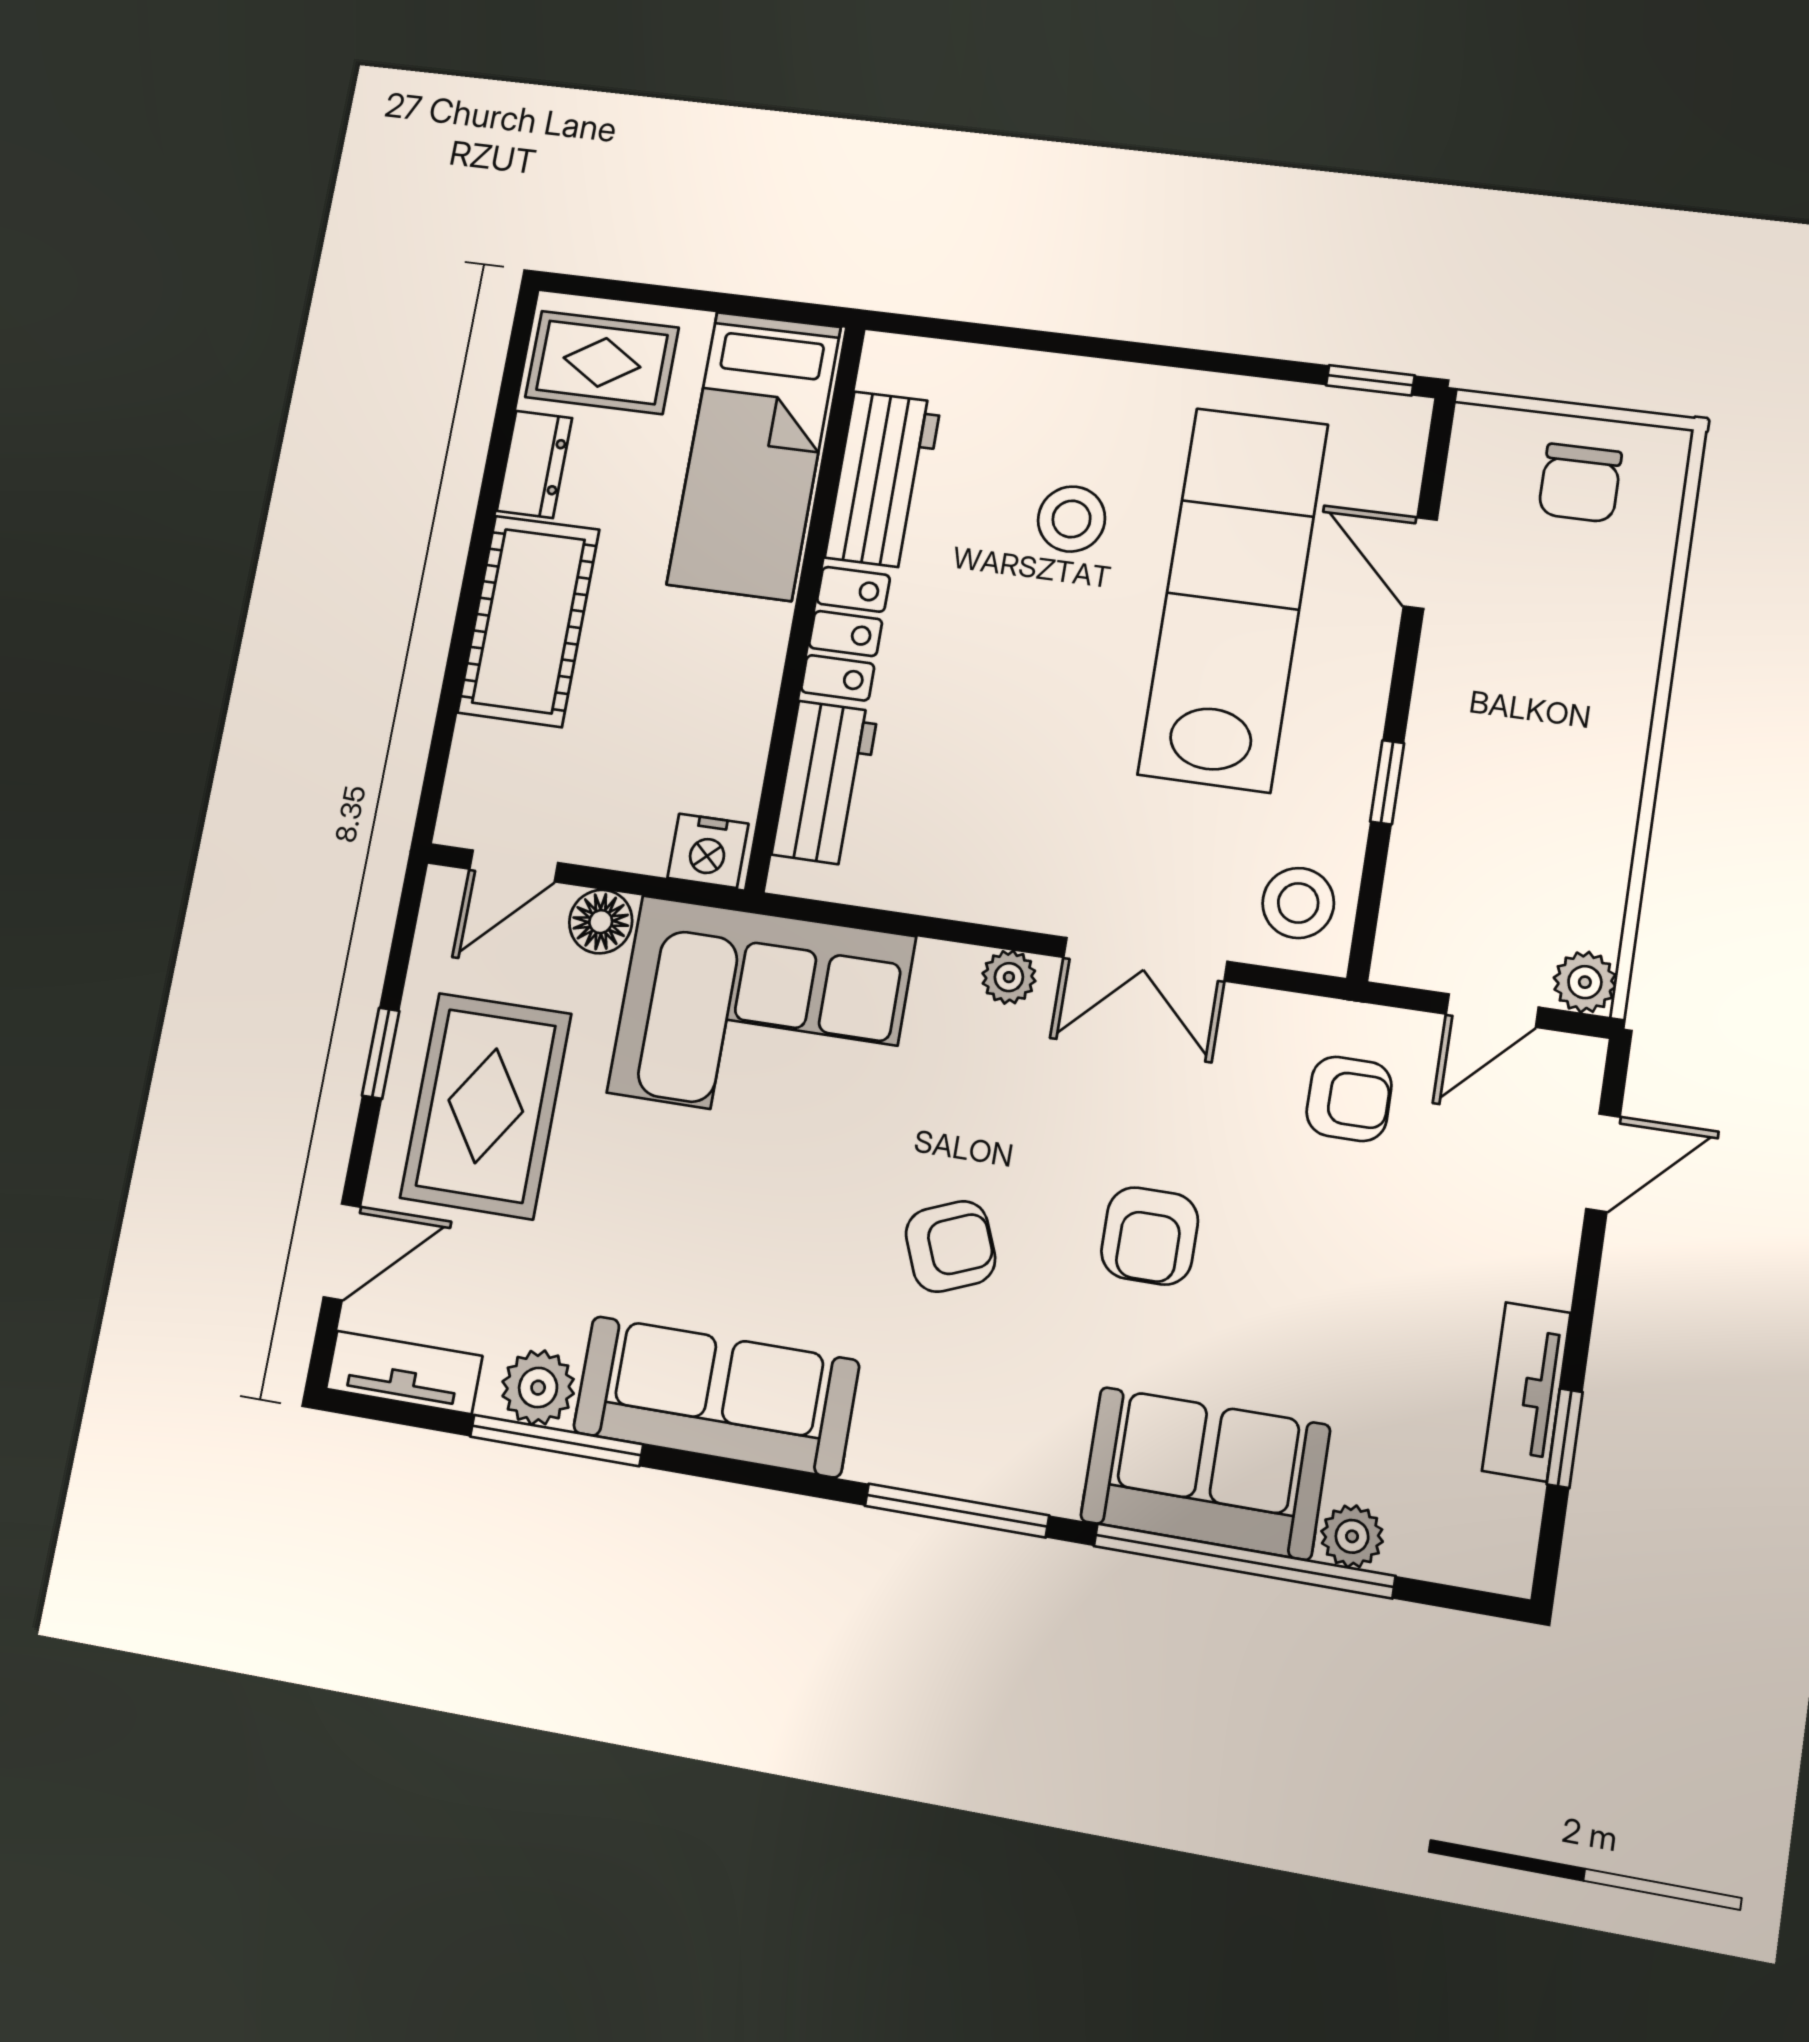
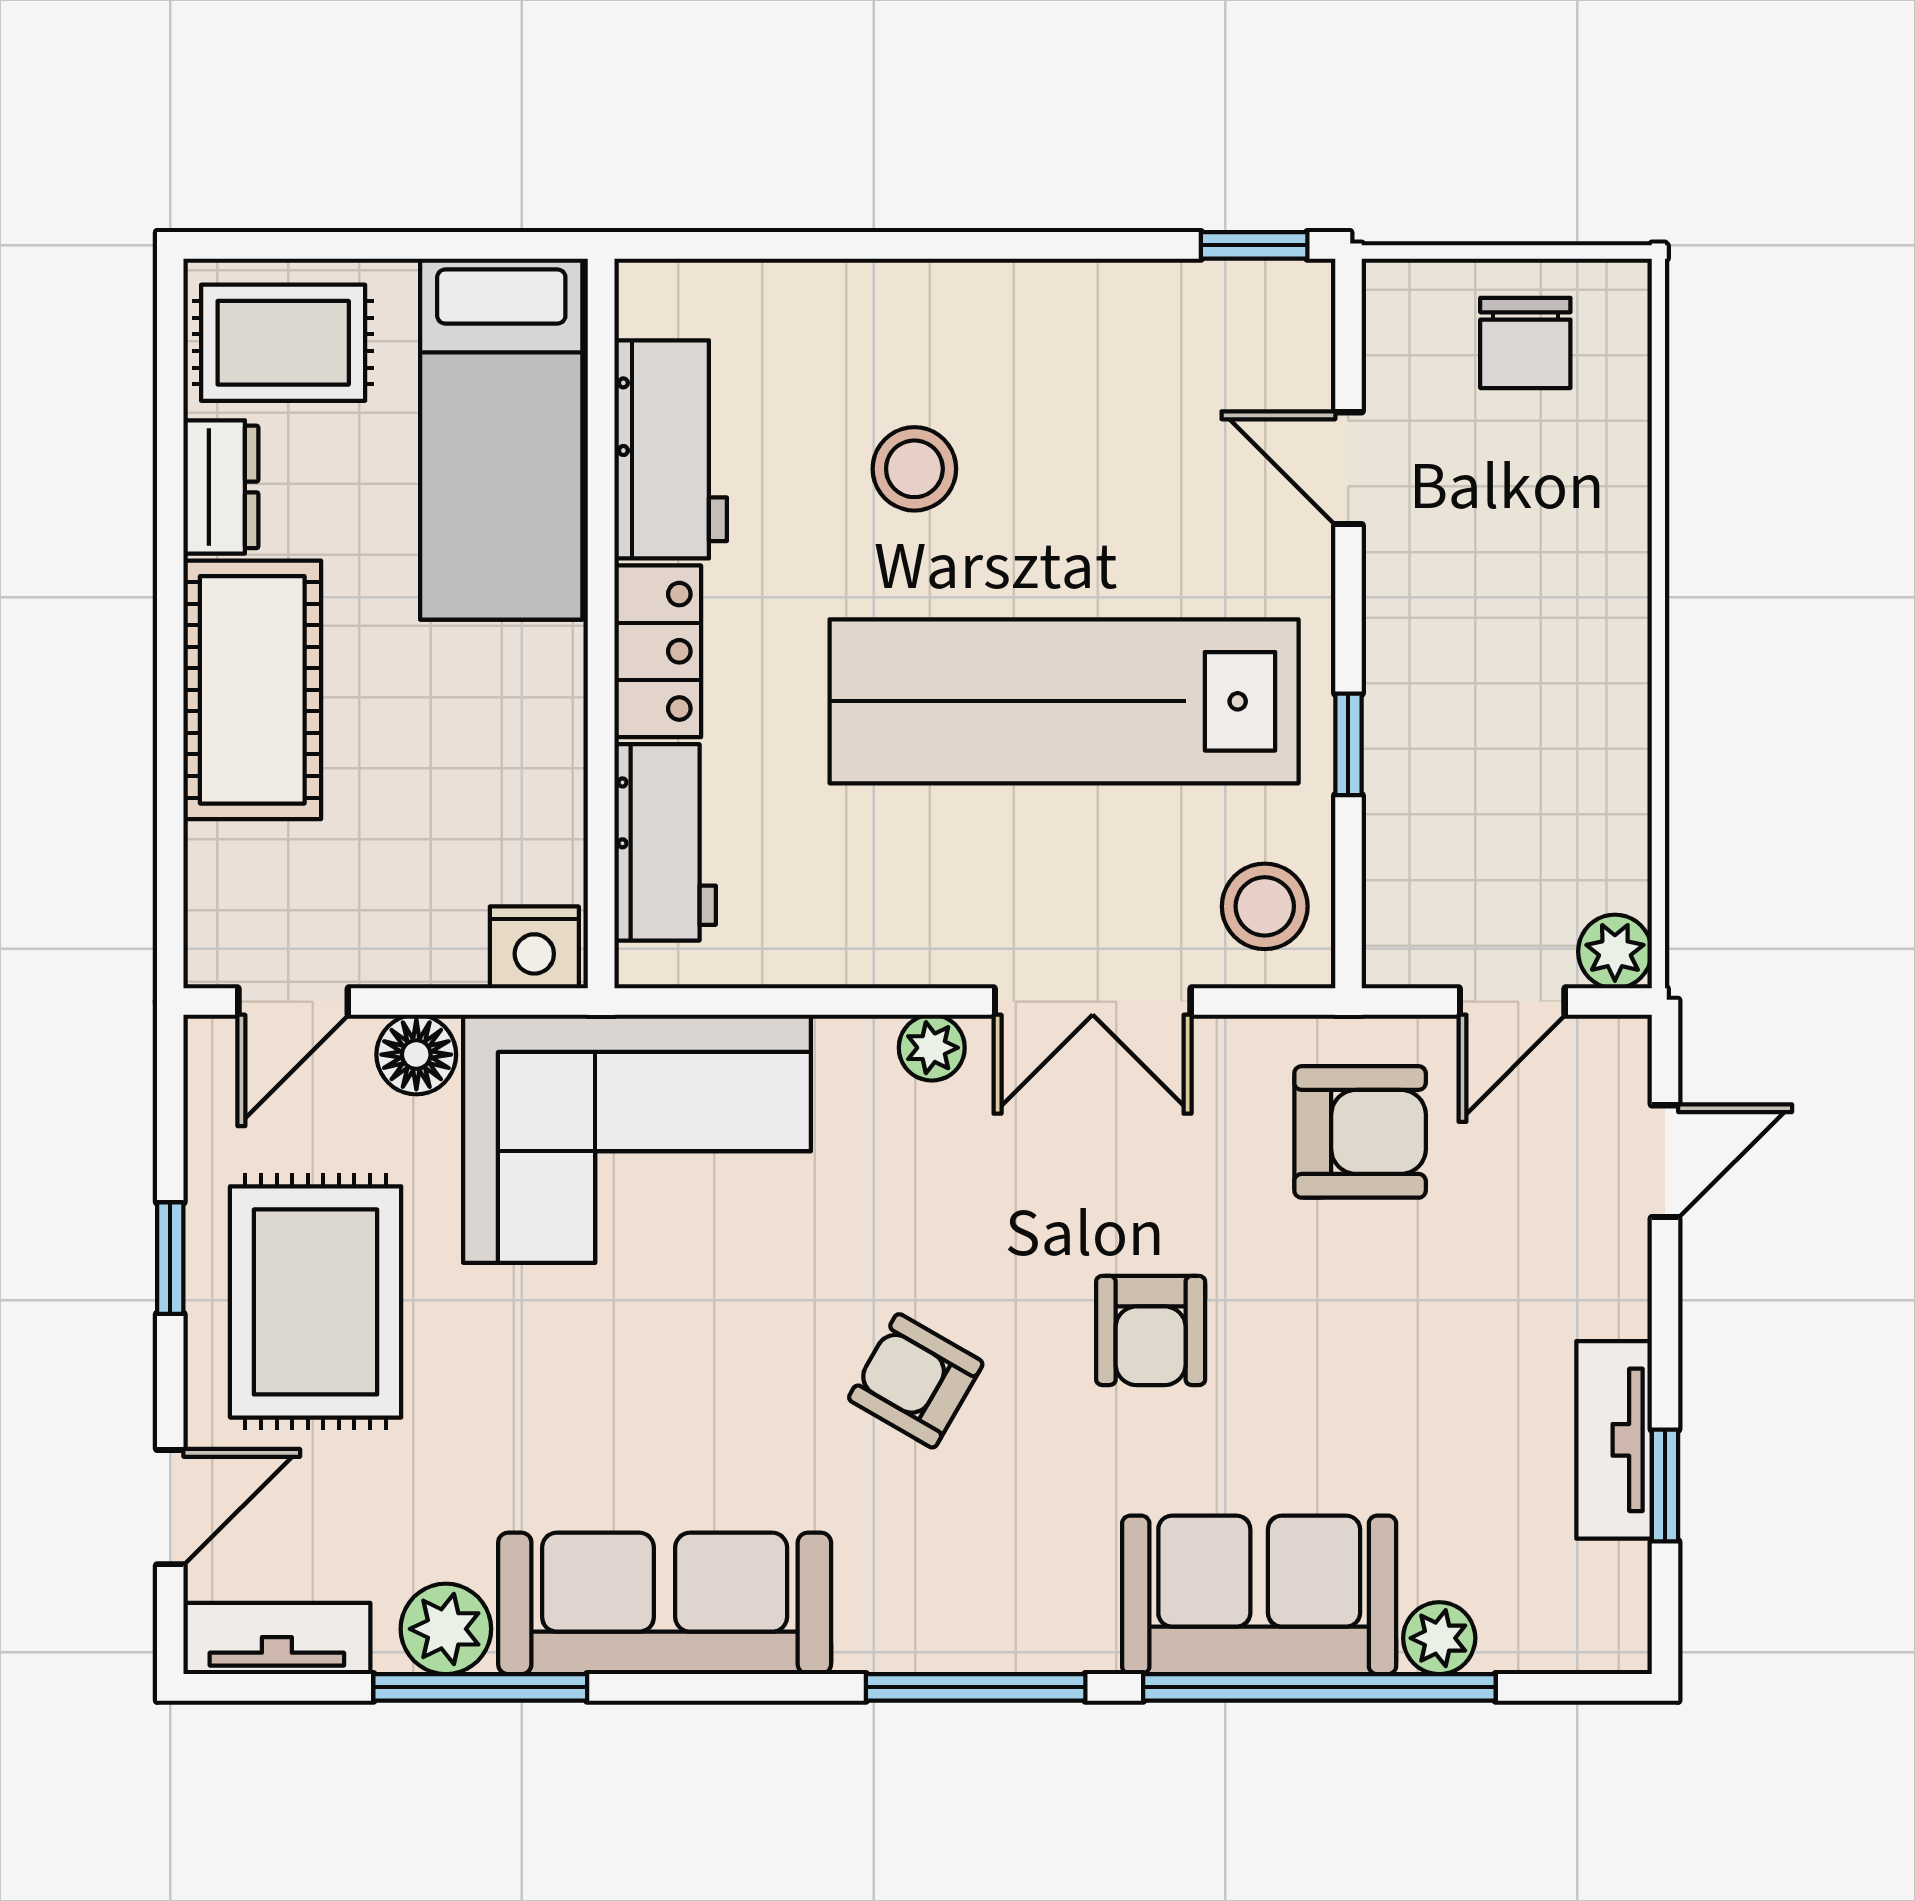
lab bench: (1233, 599) -> (1064, 701), moved, turned -90
armchair: (1349, 1099) -> (1360, 1132), width x1.38, depth x1.38
armchair: (950, 1246) -> (916, 1381), turned -128

